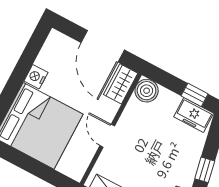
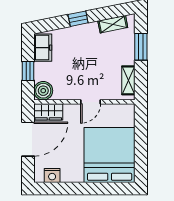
nightstand: (36, 77) -> (52, 175), moved
window: (195, 95) -> (28, 71), moved

